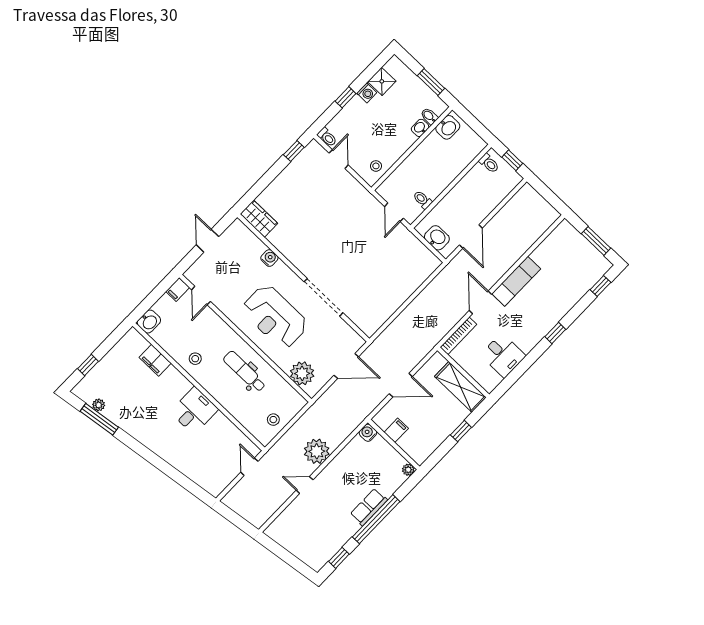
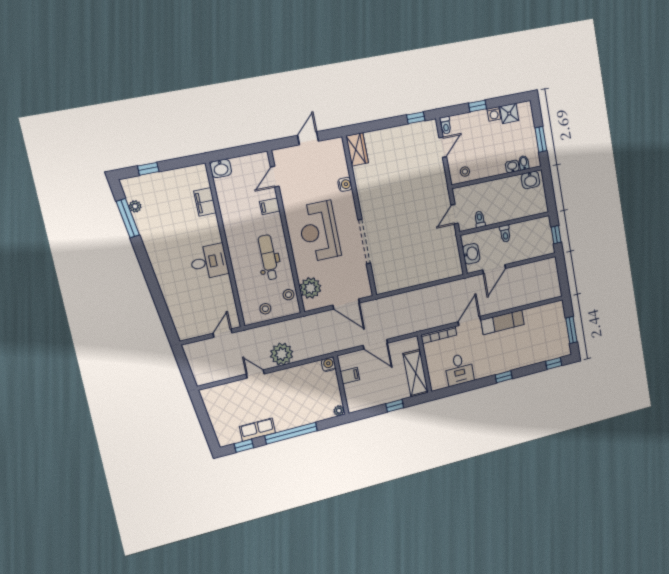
toilet: (489, 163) -> (505, 234), moved
filing cabinet: (178, 289) -> (270, 206), moved
stool: (195, 359) -> (288, 295), moved
row of seats: (369, 507) -> (257, 430), moved

